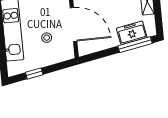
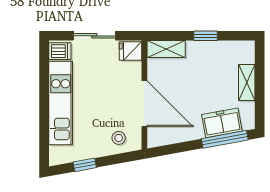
stool: (47, 38) -> (119, 138), moved

